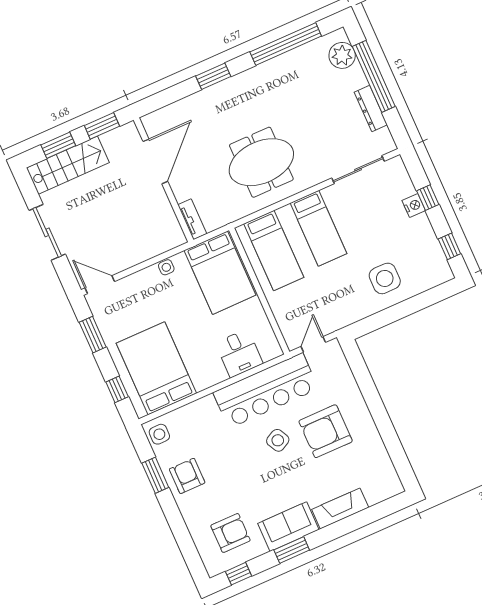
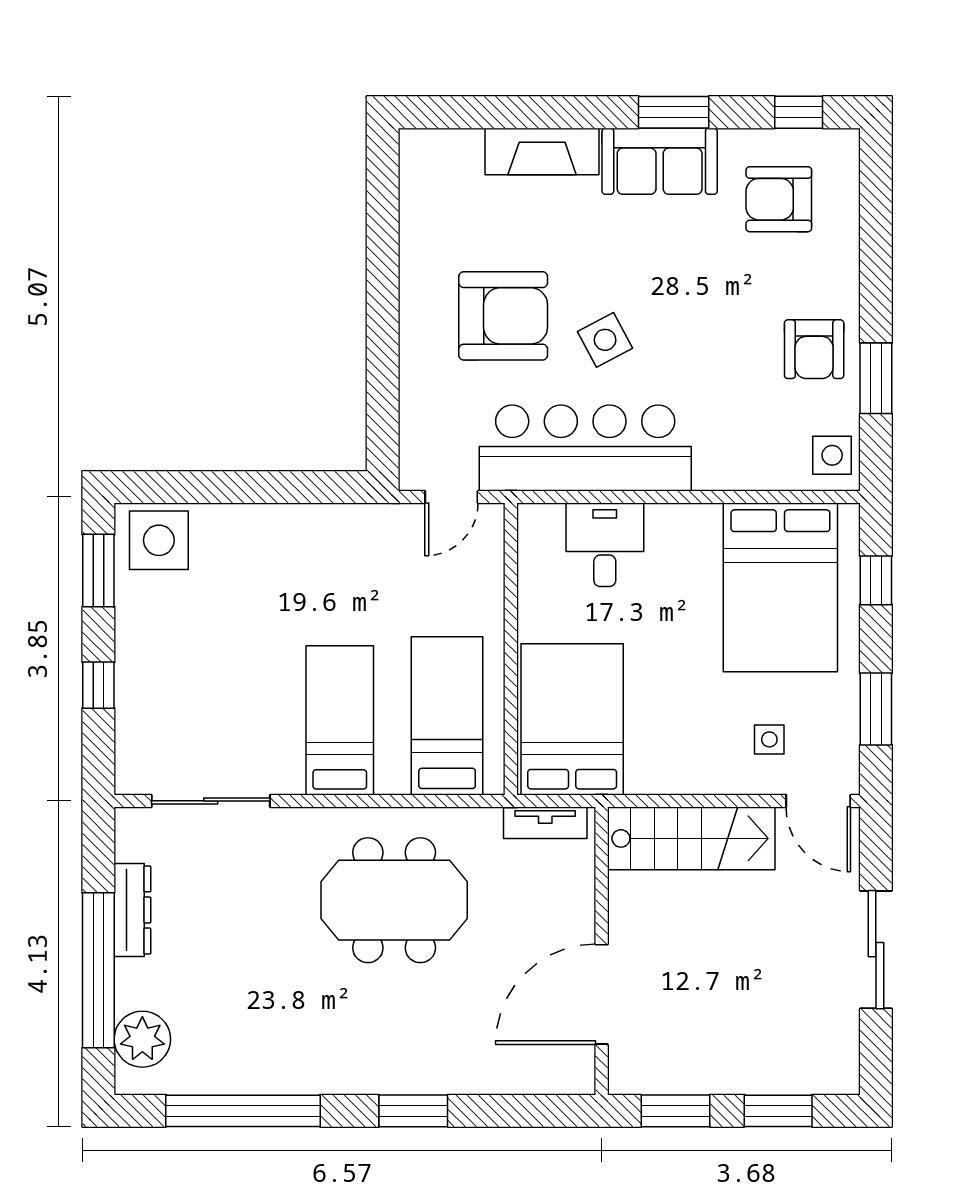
stairs: (68, 165) -> (691, 838), moved, turned 180
nightstand: (414, 205) -> (133, 682), removed
tv unit: (192, 219) -> (545, 823), moved, turned -90
window: (449, 246) -> (98, 571), width x1.50
side table: (166, 267) -> (769, 739), moved
side table: (385, 278) -> (159, 540), moved

